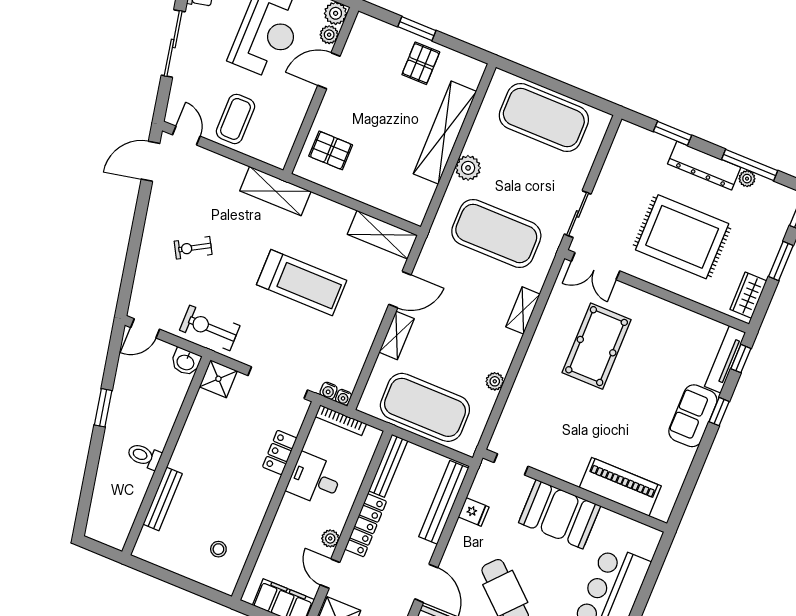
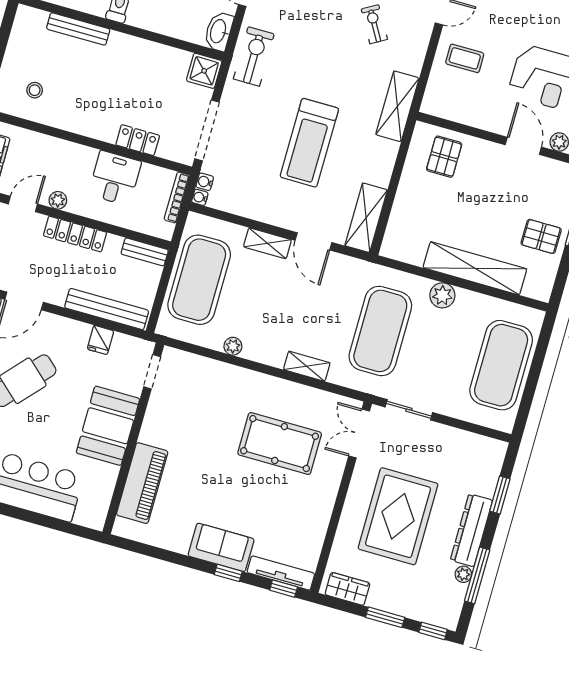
coffee table: (236, 119) -> (465, 58), width x0.73, depth x0.77
exercise bike: (193, 248) -> (374, 24), moved
washbasin: (186, 362) -> (219, 31), width x1.38
bench: (388, 466) -> (145, 252), width x0.73

